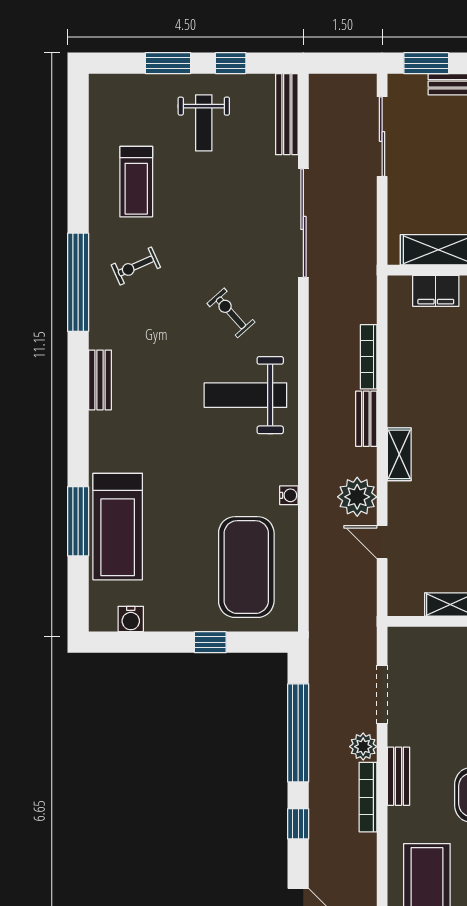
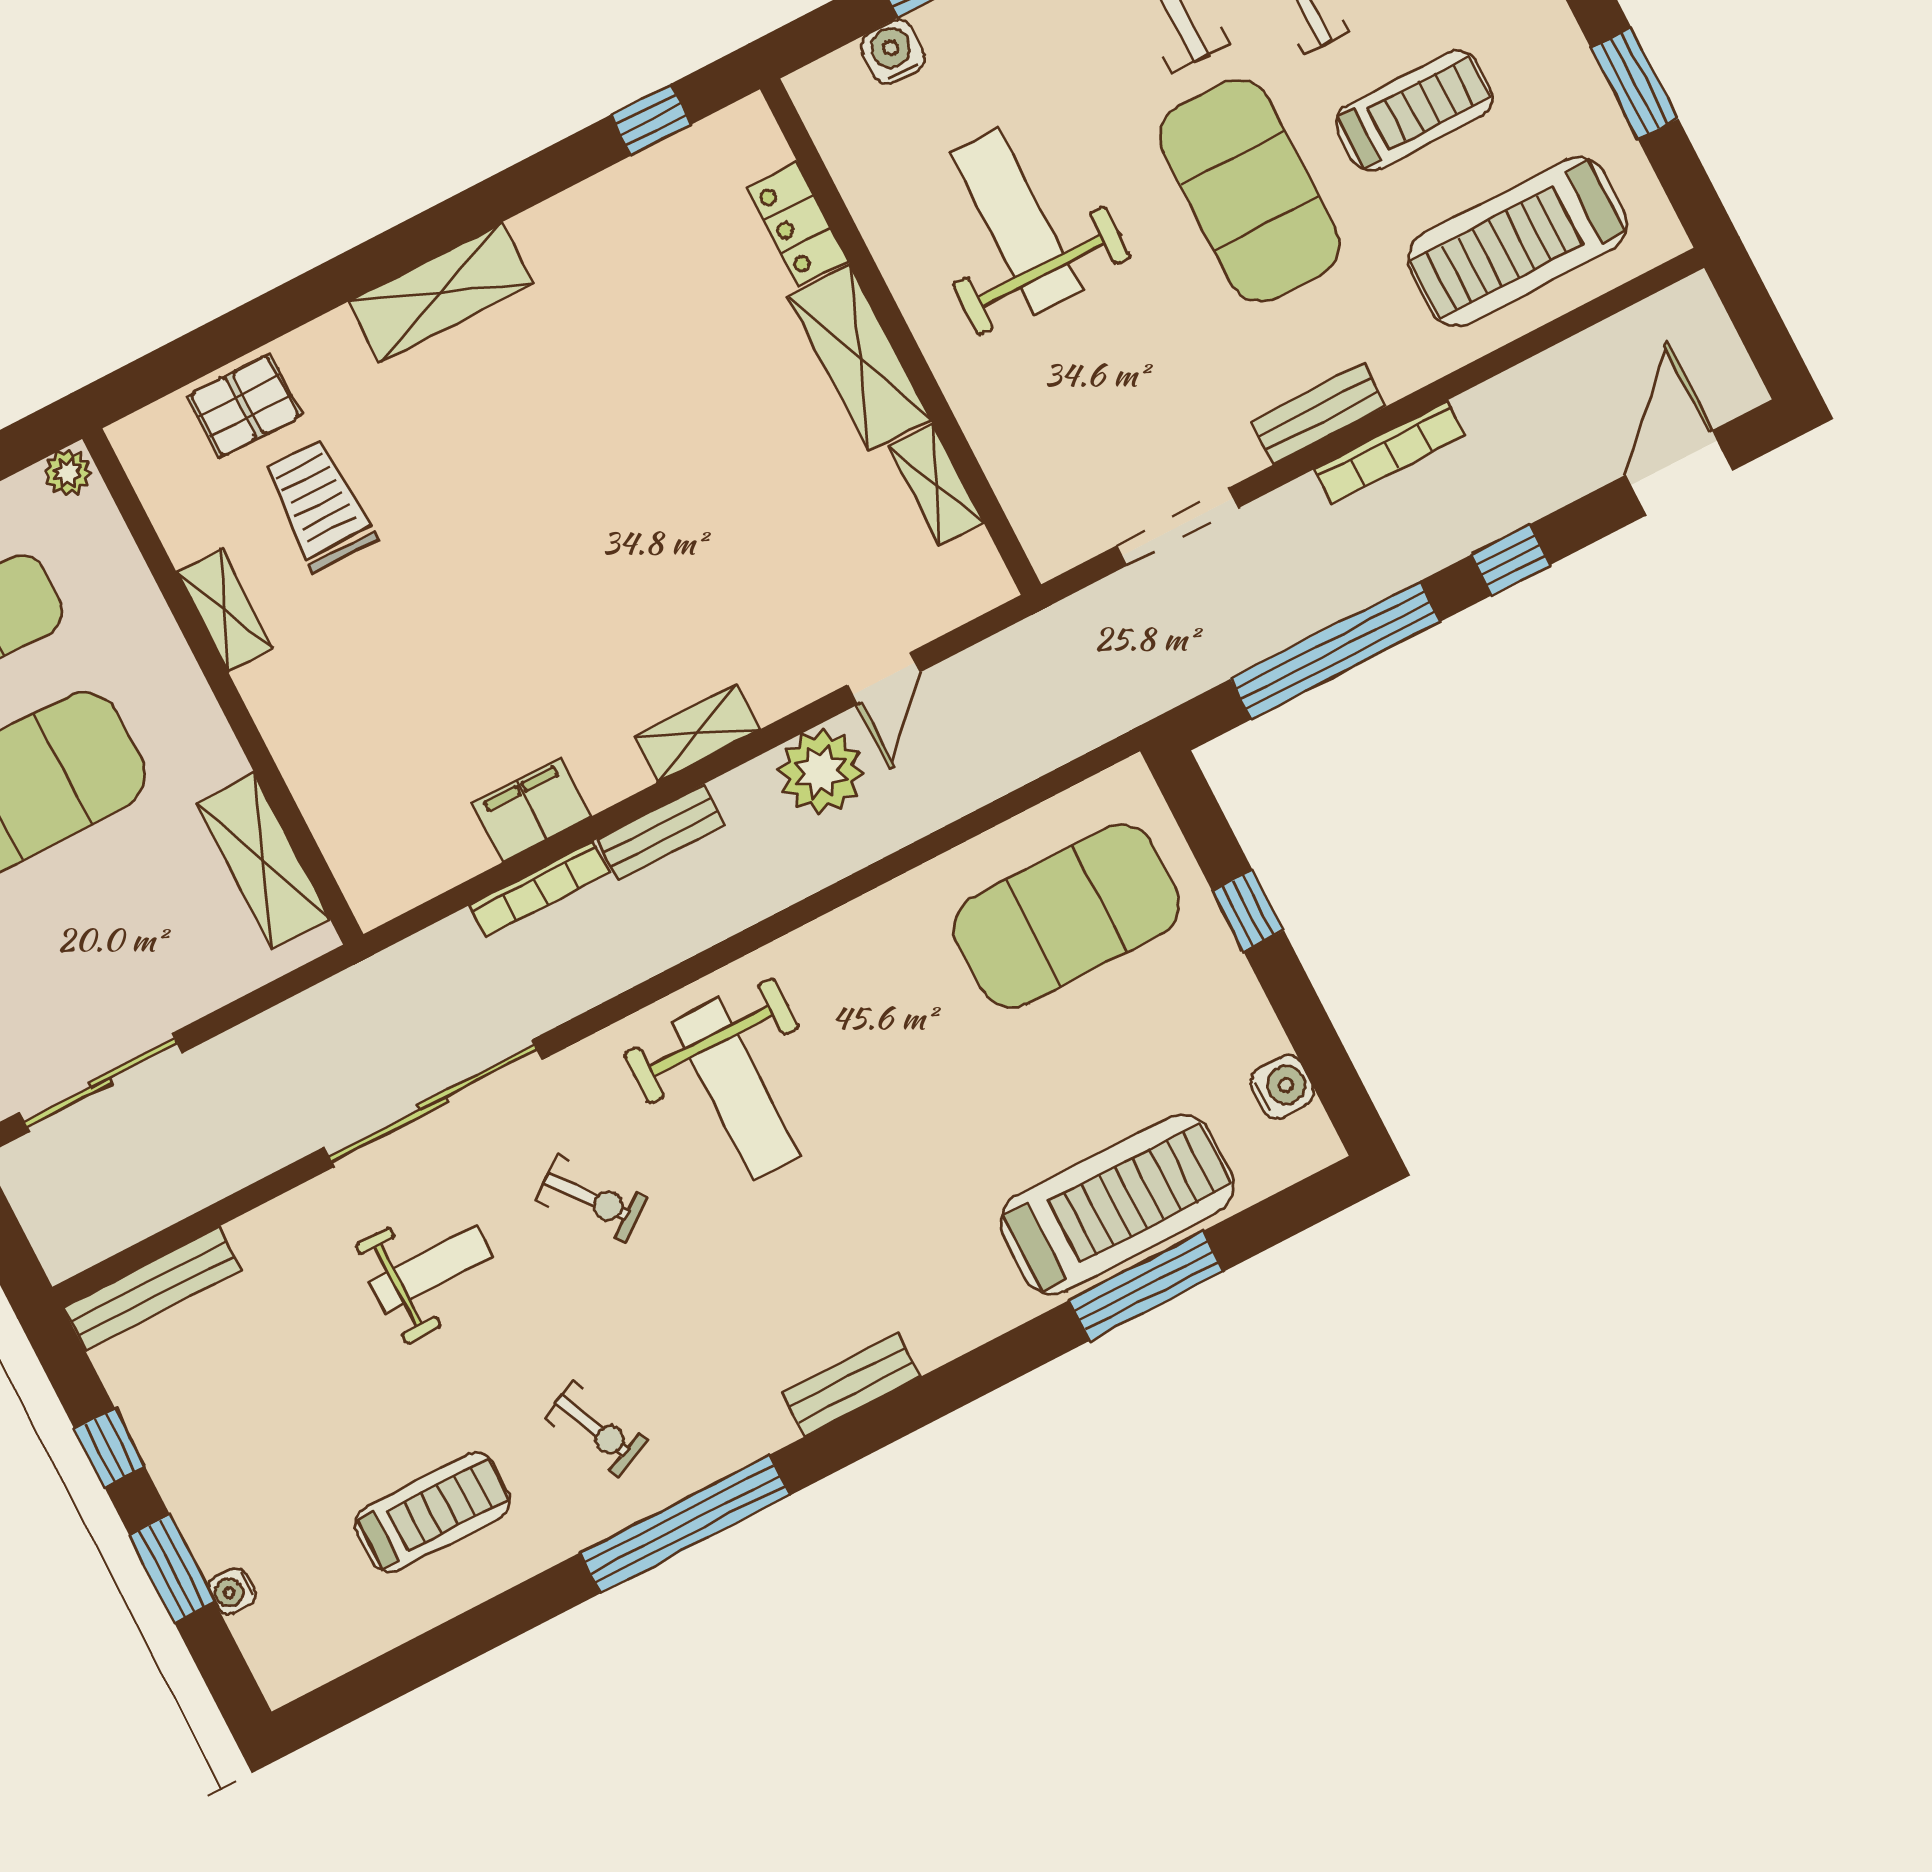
weight bench: (204, 123) -> (431, 1269), moved
sliding door: (303, 223) -> (433, 1103), moved
filing cabinet: (436, 291) -> (532, 810), moved, turned -90
exercise bike: (231, 313) -> (592, 1199), turned -86
water cooler: (289, 495) -> (232, 1591), moved, turned -90
plant: (363, 747) -> (1297, 511), removed

